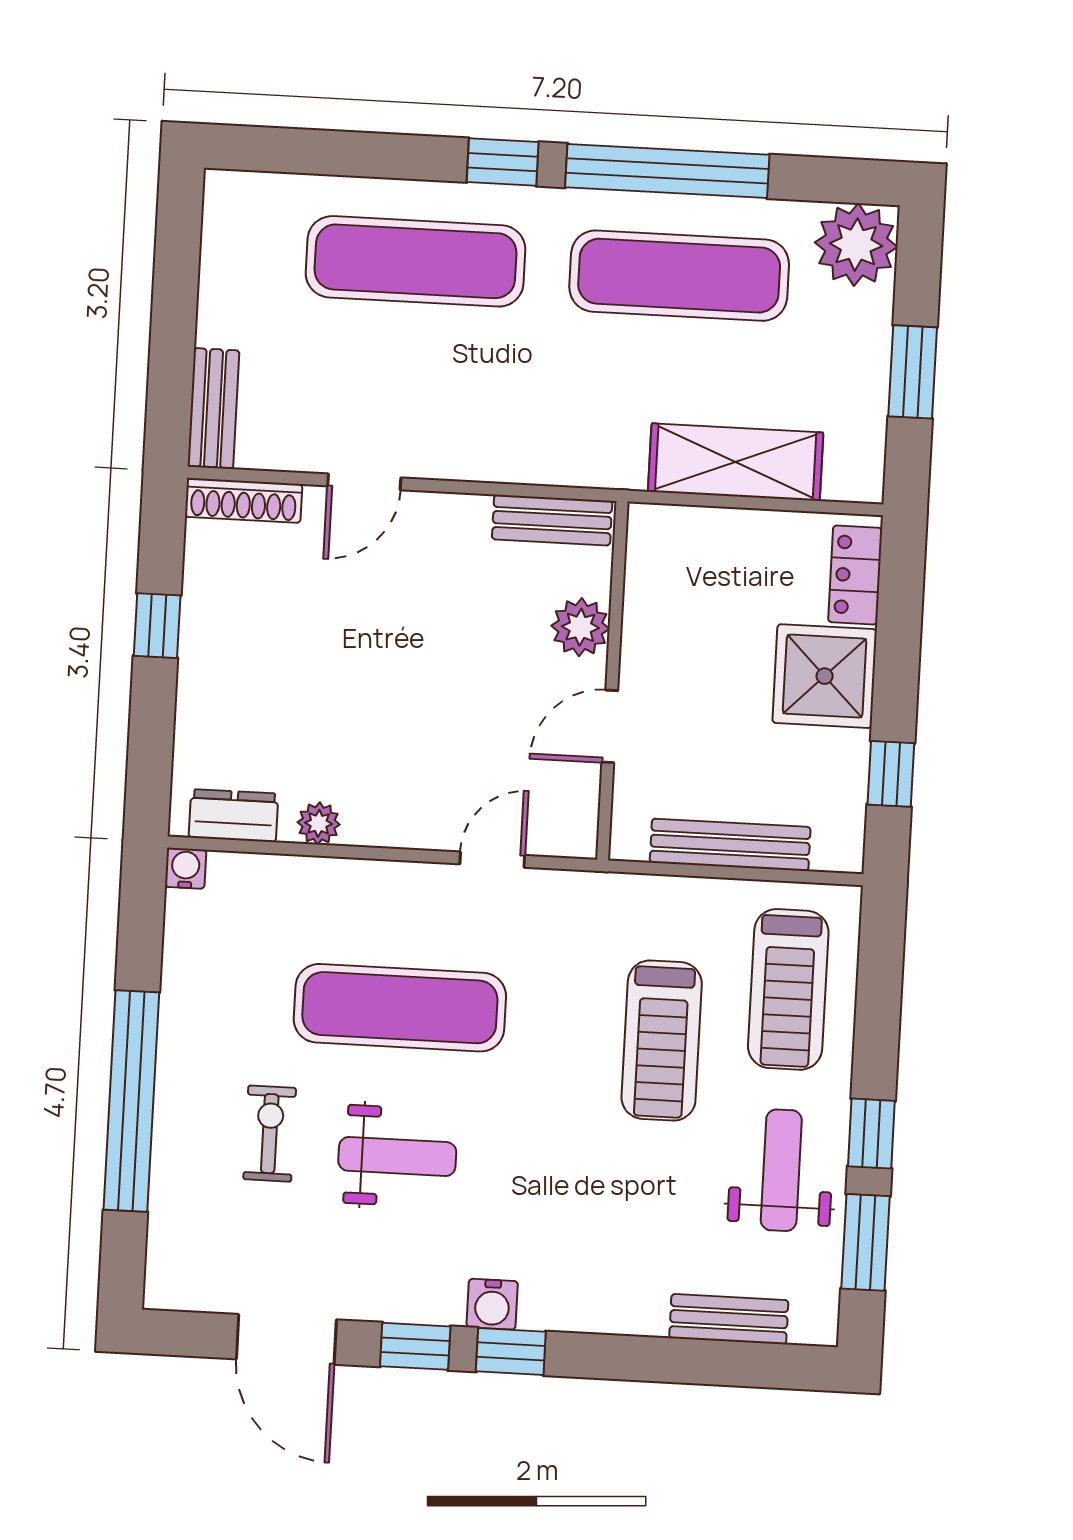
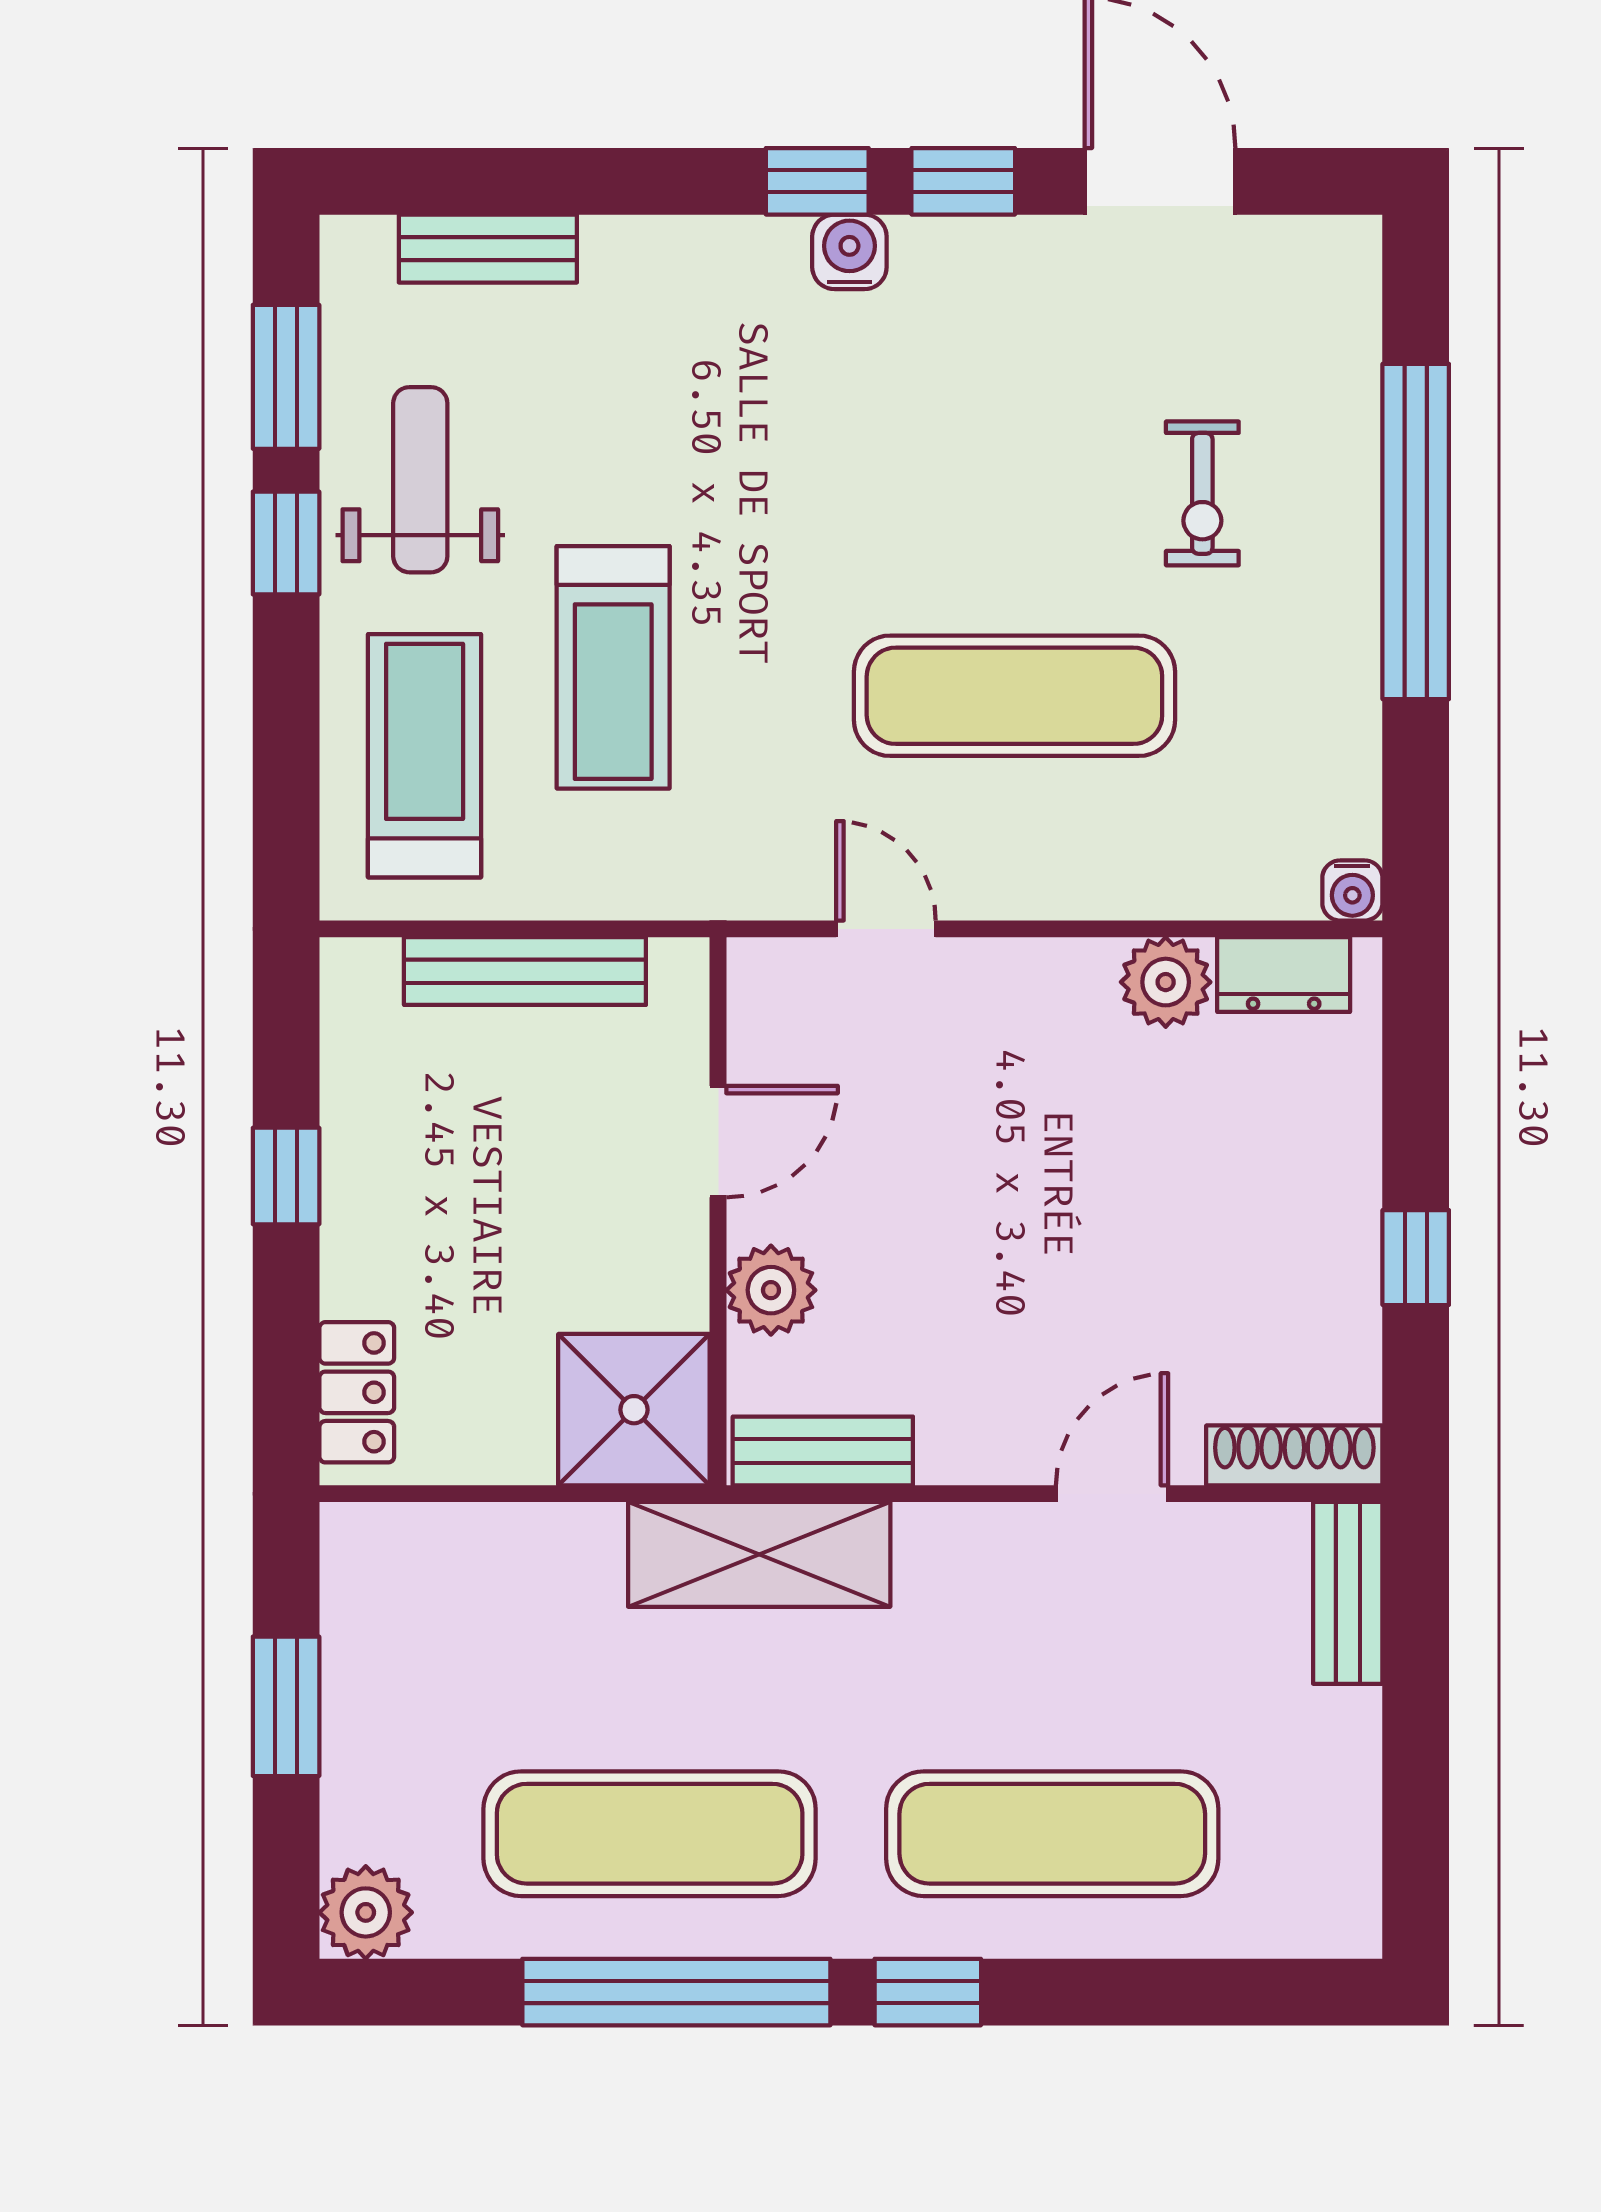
plant: (856, 245) -> (366, 1912), width x0.73, depth x0.73
shelving: (736, 462) -> (759, 1554), moved
shower: (825, 676) -> (634, 1410), moved
window: (891, 774) -> (286, 1176), moved
plant: (319, 823) -> (1166, 982), width x1.38, depth x1.38
door: (492, 860) -> (886, 929), swing flipped
treadmill: (662, 1041) -> (613, 667), turned 180
weight bench: (397, 1156) -> (1006, 469), removed
weight bench: (781, 1170) -> (420, 480), turned 180

